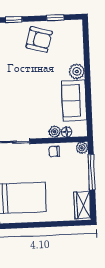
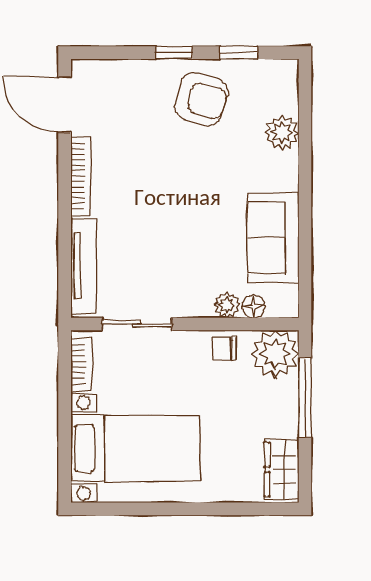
window: (14, 19) -> (174, 53), moved
plant: (77, 71) -> (282, 132), moved
plant: (82, 148) -> (275, 354), width x1.87, depth x1.87

